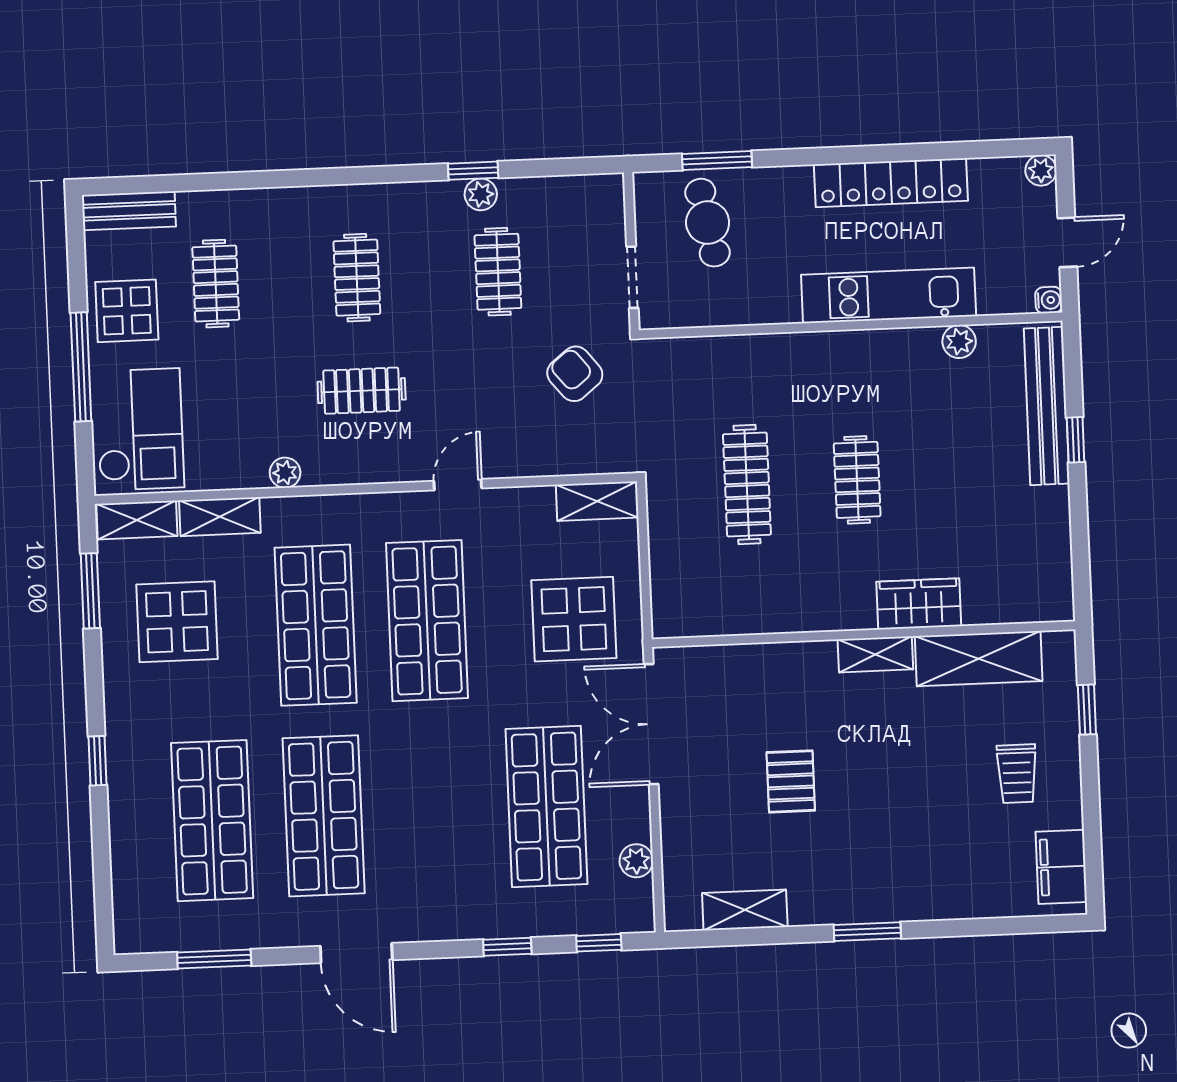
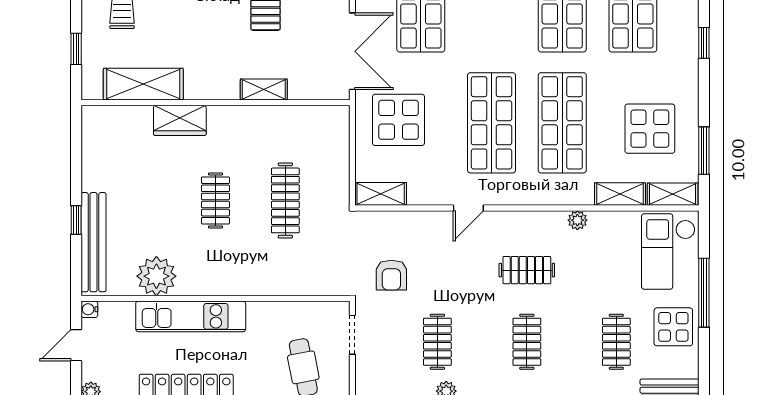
plant: (959, 341) -> (156, 276), width x1.87, depth x1.87
armchair: (575, 374) -> (391, 275), turned 39
shelving: (875, 654) -> (264, 89), moved

